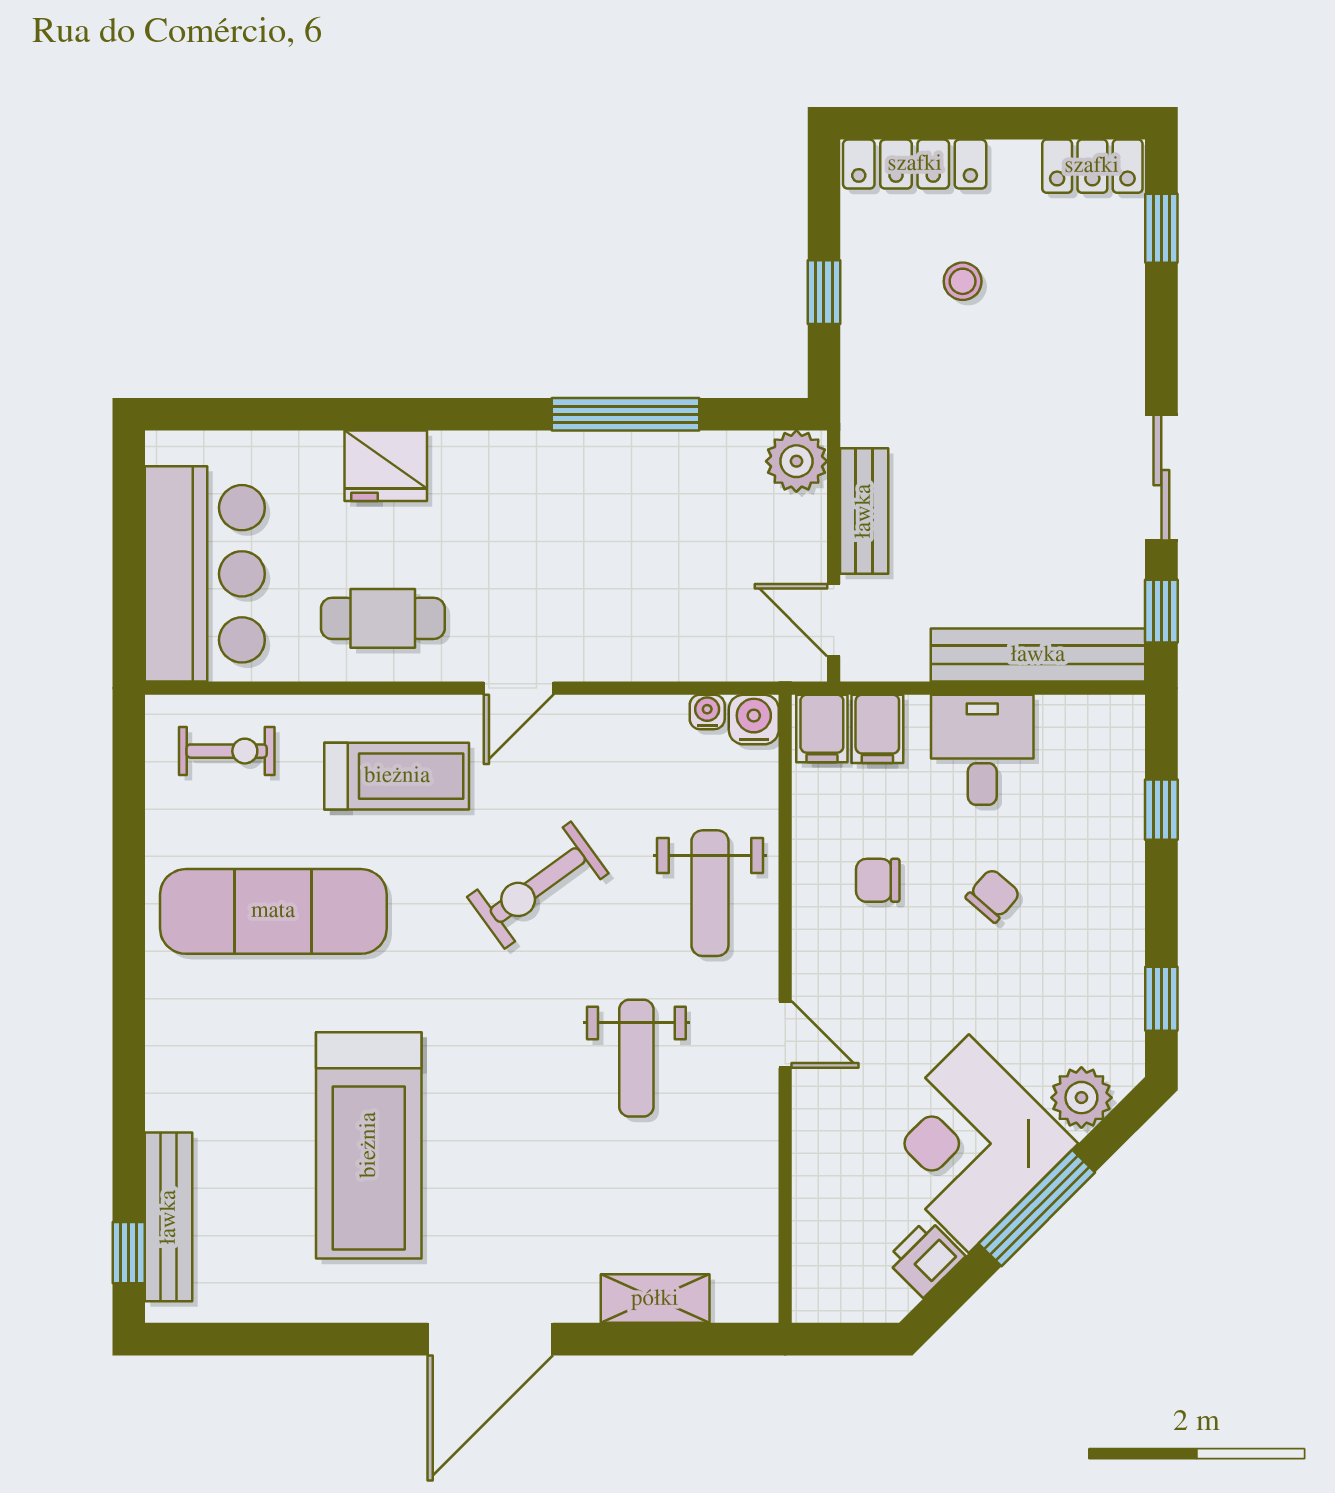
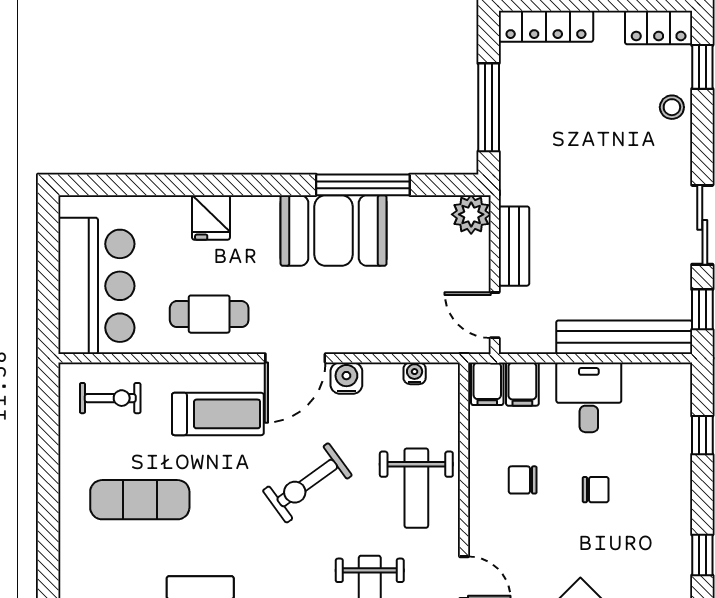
stool: (963, 281) -> (672, 107), moved
window: (824, 292) -> (489, 107), width x2.17
fridge: (386, 466) -> (211, 217), width x0.72
booth: (579, 486) -> (334, 230), added
door: (519, 688) -> (295, 358), width x1.38
water cooler: (754, 720) -> (346, 378), moved
chair: (993, 895) -> (596, 490), turned 49
exercise mat: (273, 911) -> (140, 500), width x0.73, depth x0.69

